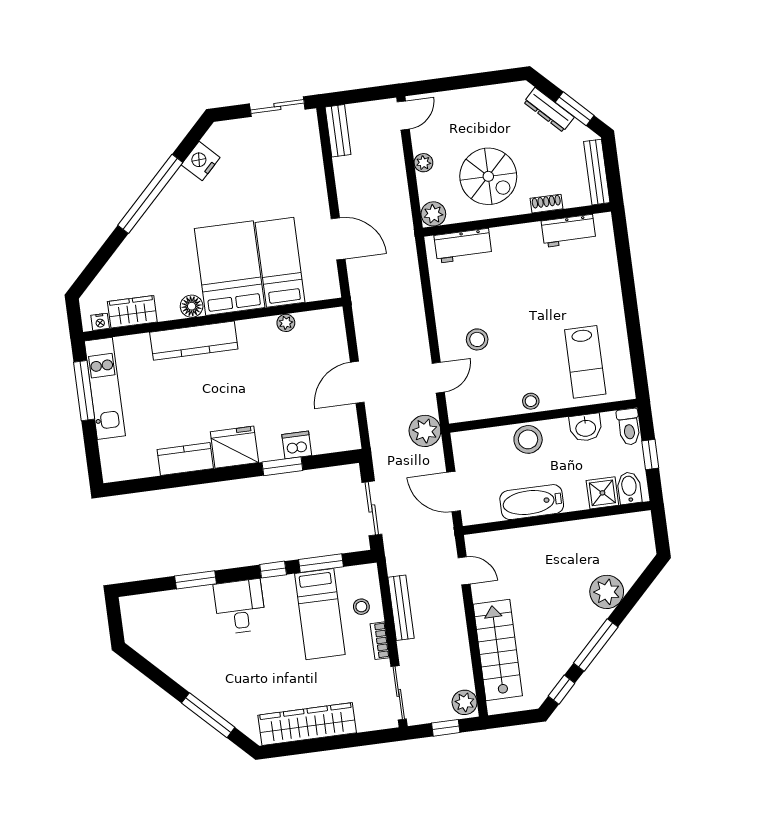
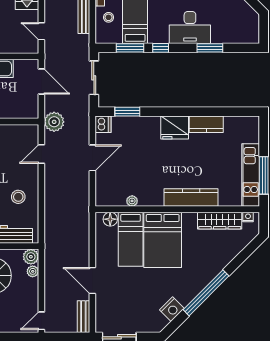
plant: (423, 163) -> (33, 271), moved
door: (338, 239) -> (92, 281), moved
floor lamp: (192, 306) -> (110, 219), moved
wardrobe: (132, 312) -> (220, 221), width x1.50
stool: (477, 339) -> (18, 197), moved
dishwasher: (297, 445) -> (103, 124), moved, turned -90
window: (282, 466) -> (127, 112), moved
desk: (240, 607) -> (190, 28), width x1.37

